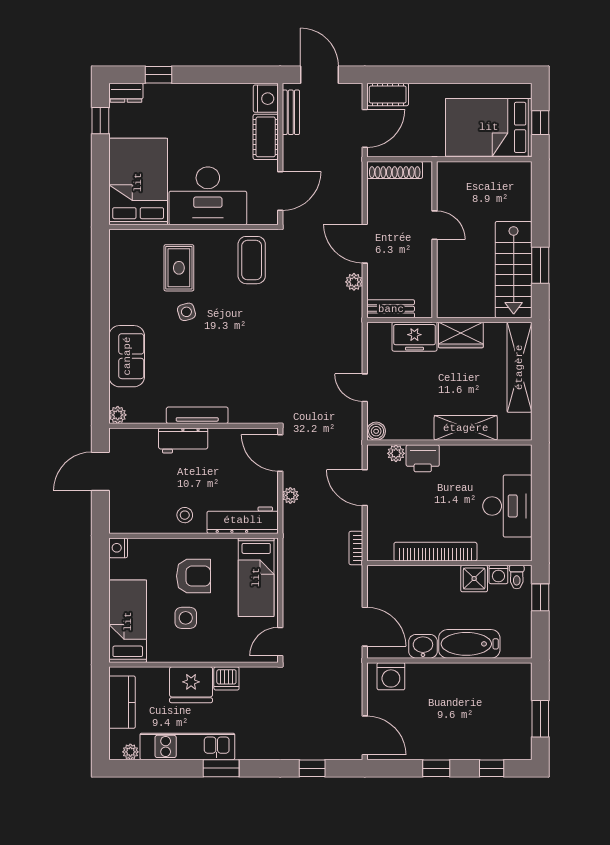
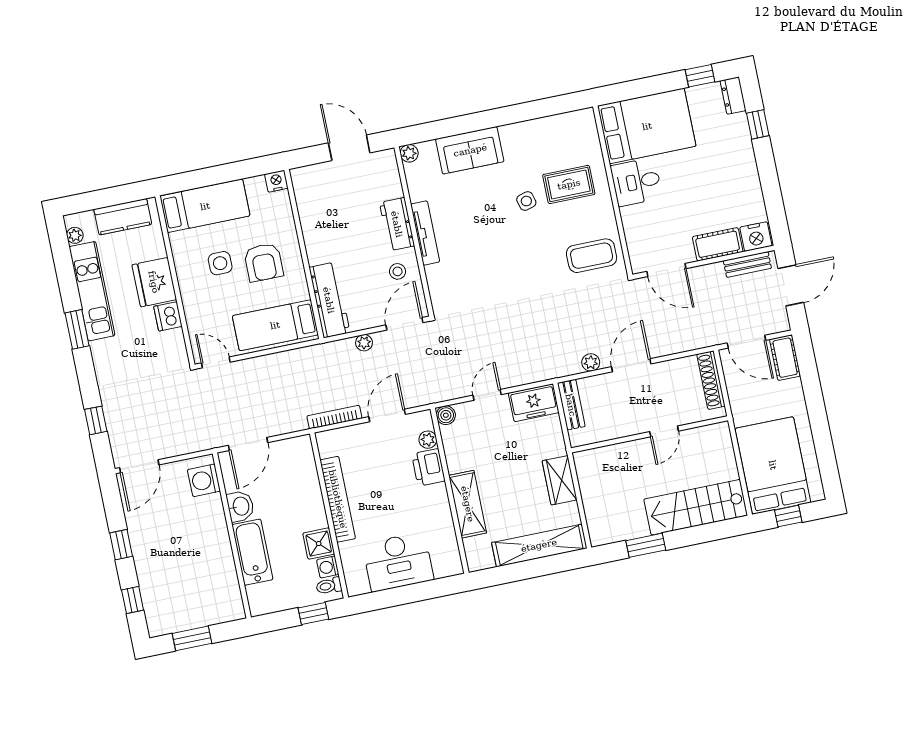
desk: (208, 196) -> (636, 182), width x0.53, depth x0.77
stairs: (514, 270) -> (696, 507), moved
freezer: (414, 337) -> (534, 403), moved, turned -90
stool: (185, 515) -> (398, 271), moved
bookcase: (356, 548) -> (334, 417), width x1.56

